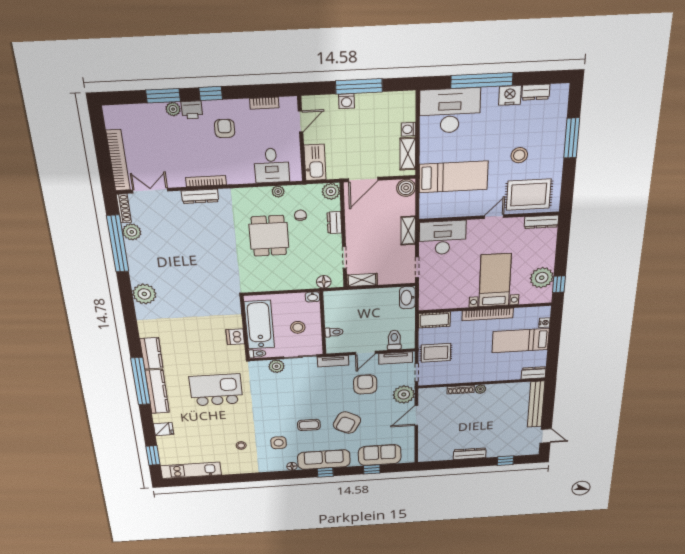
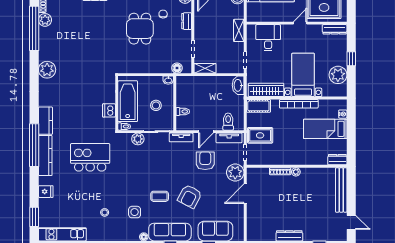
desk: (443, 238) -> (268, 38), width x0.73
window: (559, 284) -> (351, 59), moved
wardrobe: (445, 301) -> (266, 90), added

